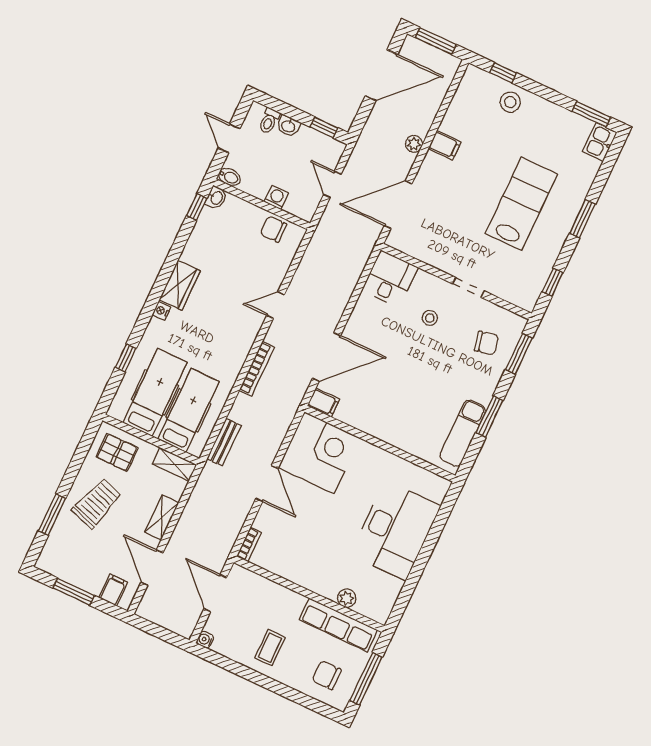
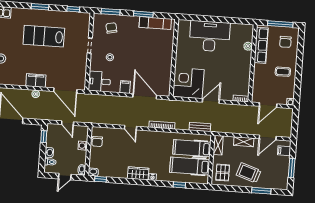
filing cabinet: (445, 145) -> (36, 80), width x2.00
door: (332, 184) -> (68, 123), hinge flipped
filing cabinet: (323, 402) -> (125, 87), moved

